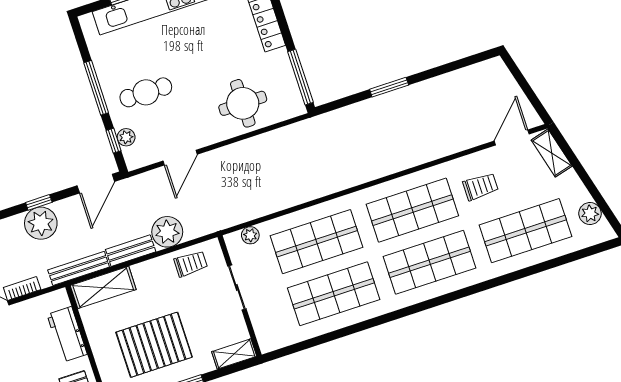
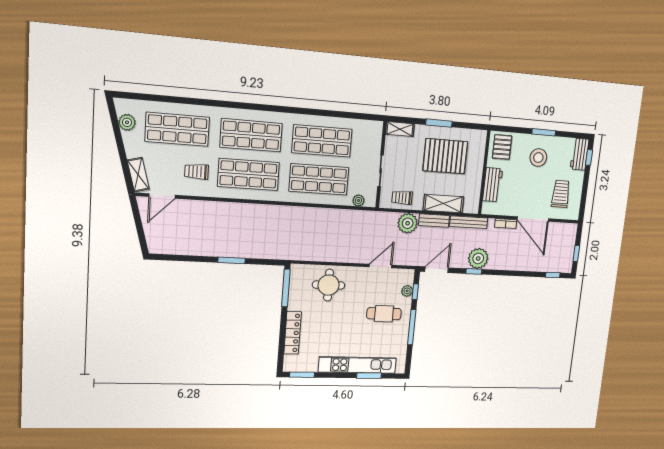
shelving: (103, 287) -> (443, 204), moved

